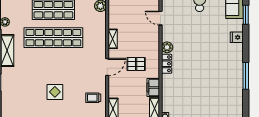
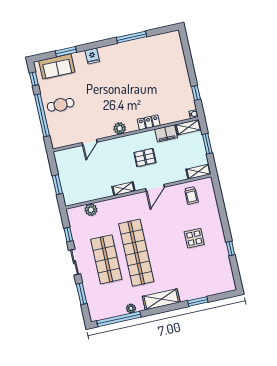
pallet: (136, 64) -> (145, 158), turned 90
locker: (167, 64) -> (149, 122), moved
door: (107, 67) -> (155, 188), swing flipped

